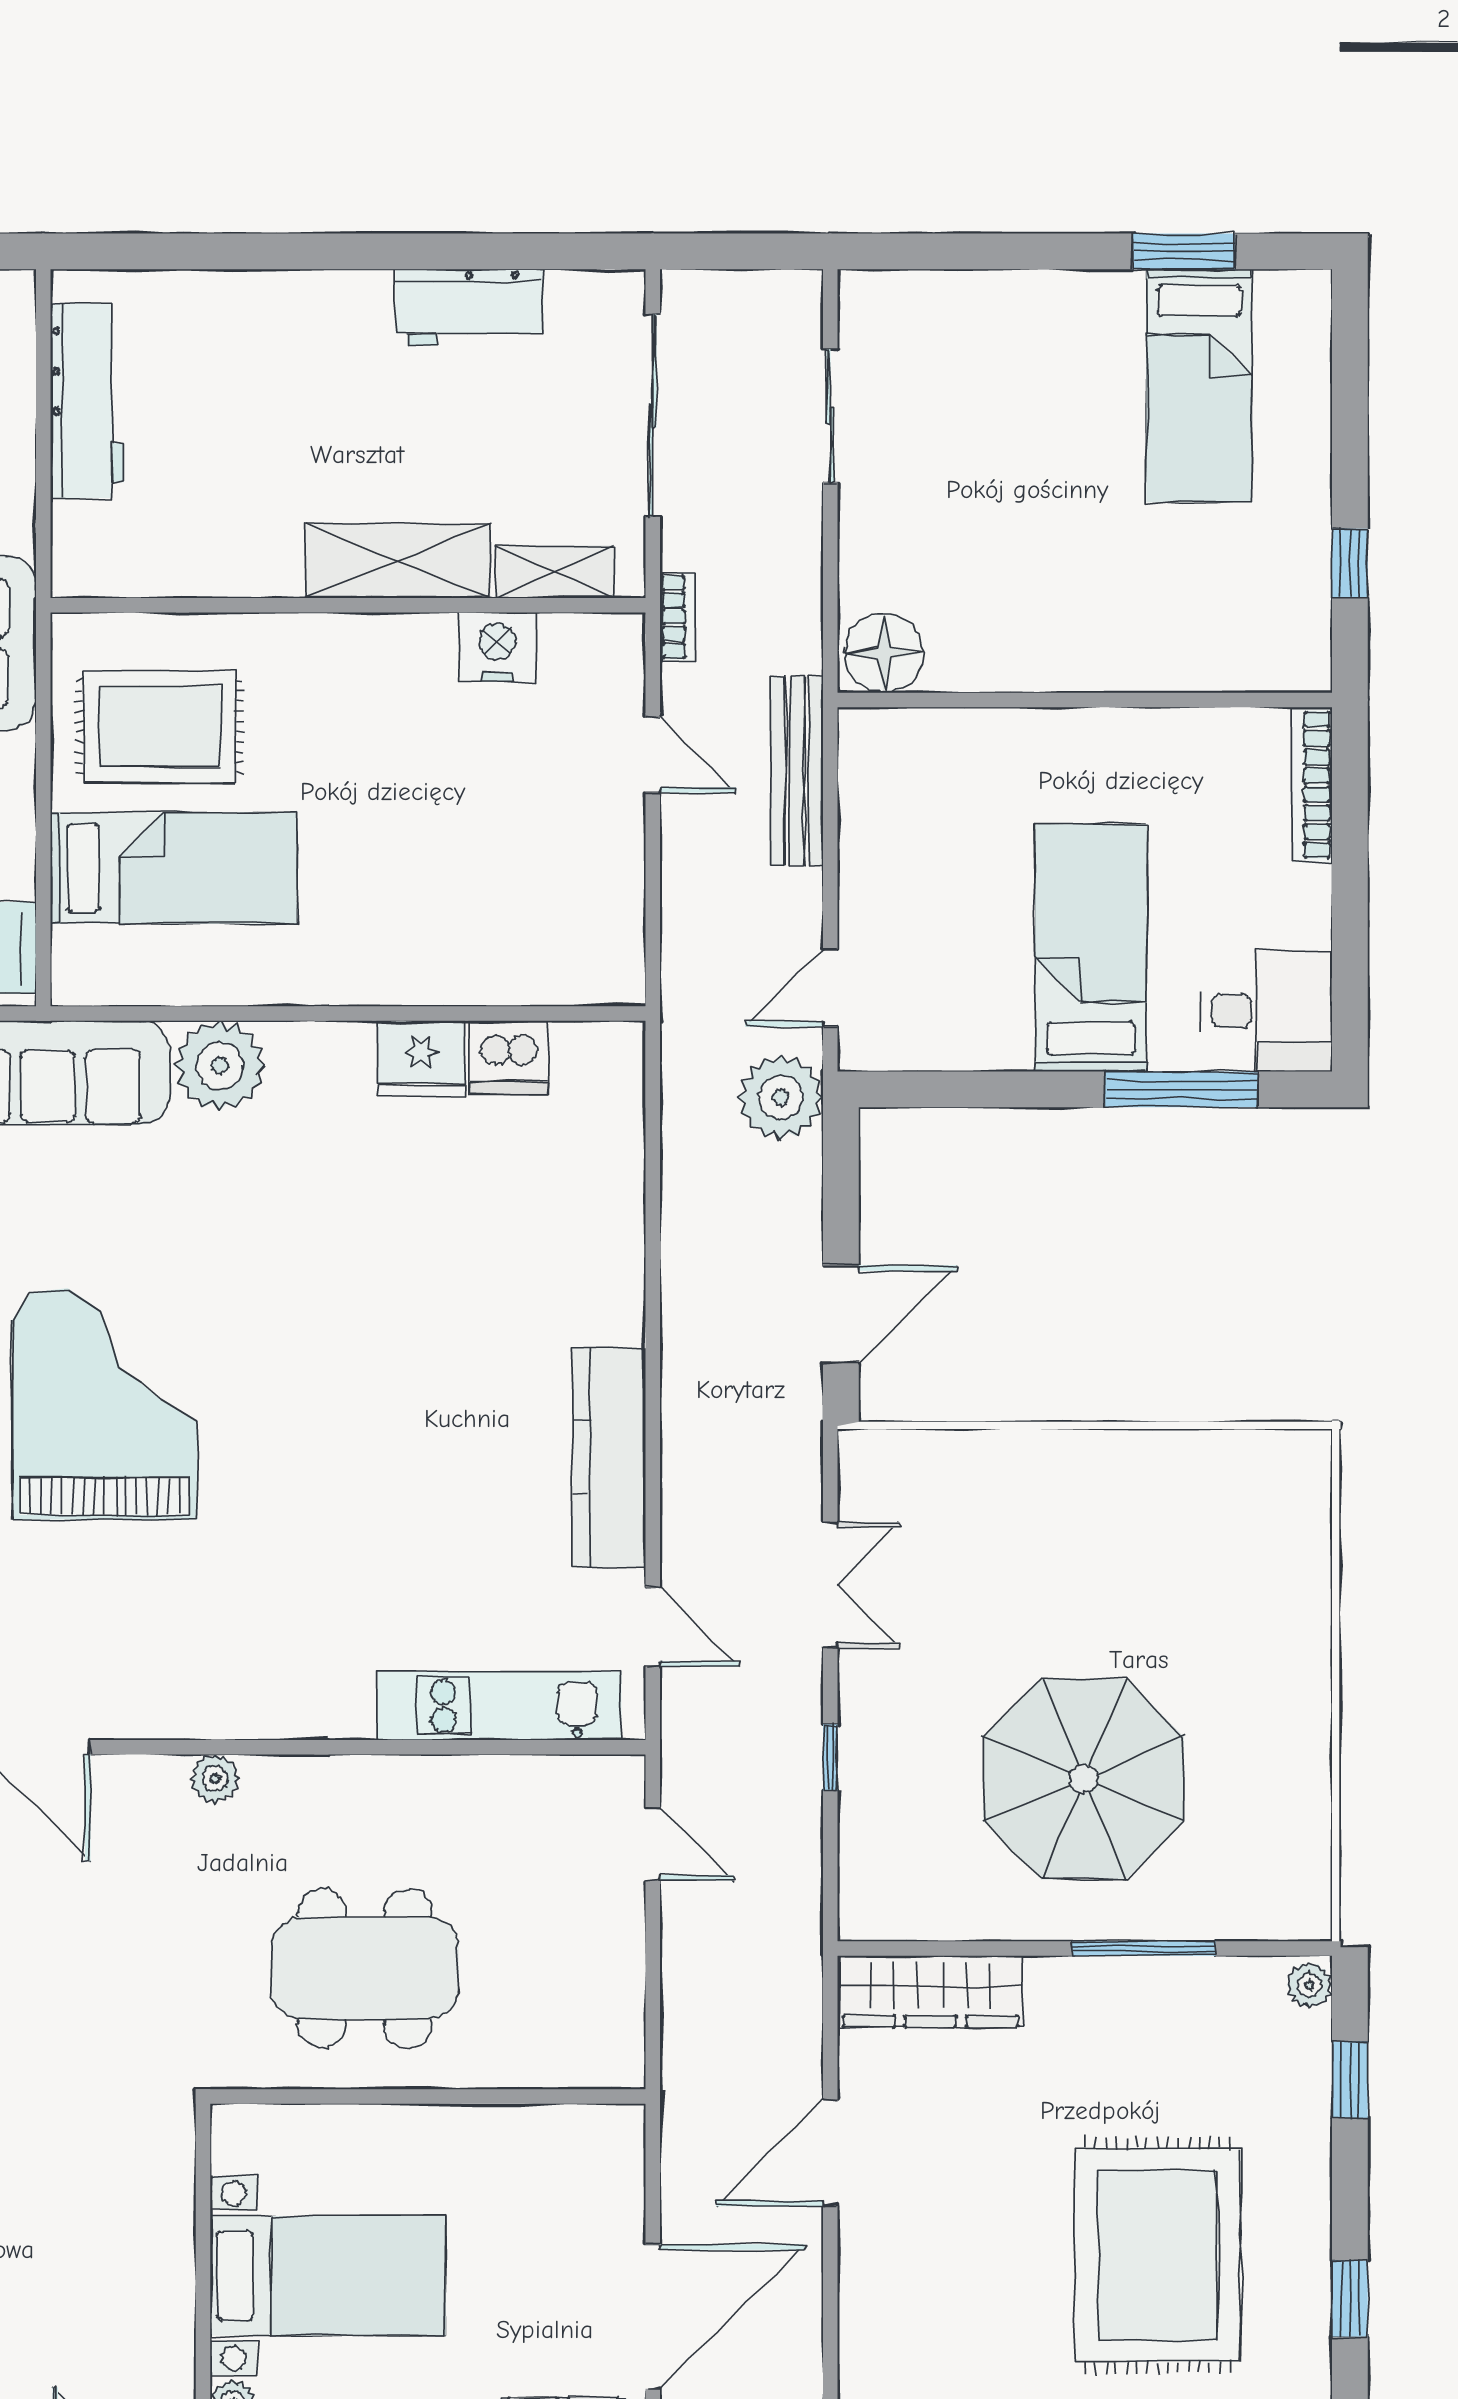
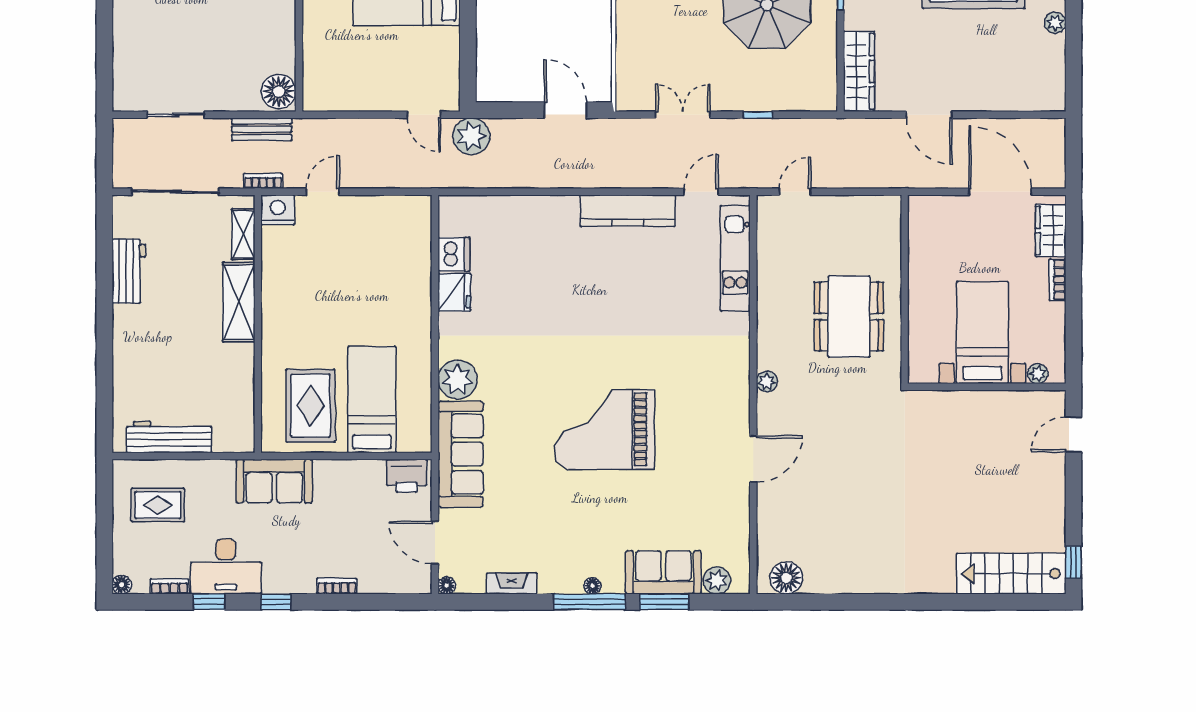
nightstand: (497, 647) -> (278, 210), moved, turned 90
bench: (797, 771) -> (262, 129), moved, width x0.73

